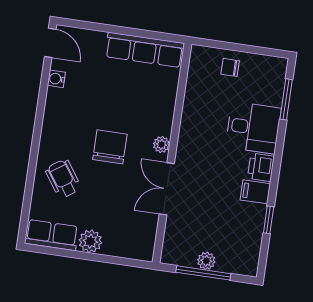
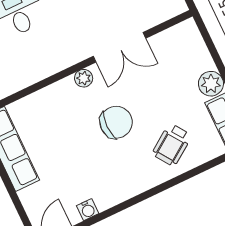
chair: (110, 147) -> (116, 122), turned 180

